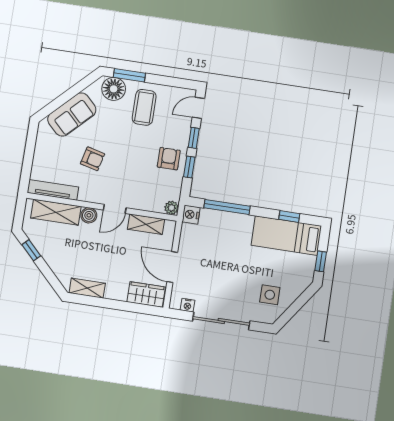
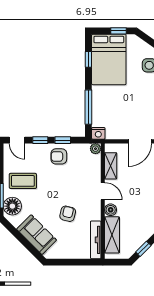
bed: (286, 236) -> (109, 59), width x1.50

